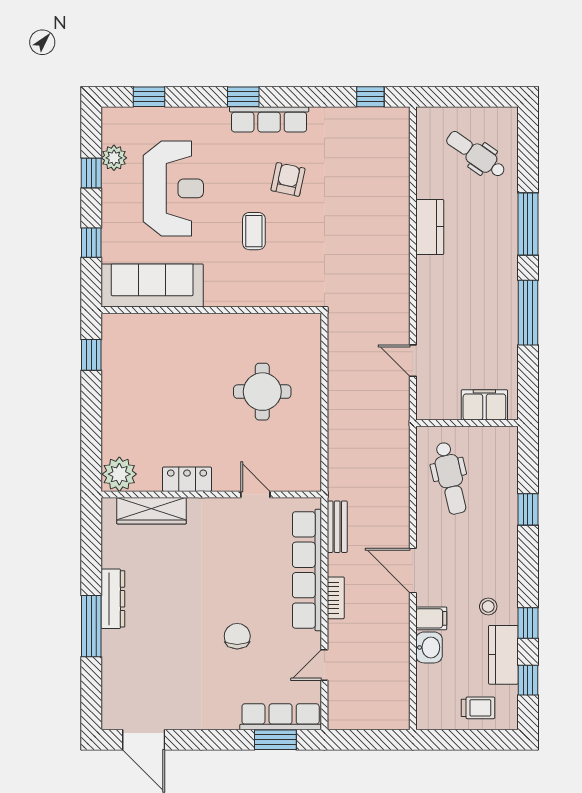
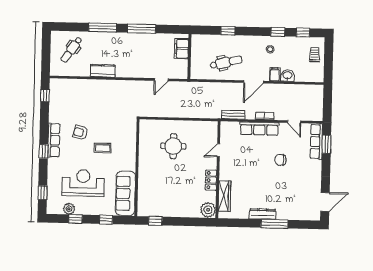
dental chair: (450, 478) -> (226, 62), moved
row of seats: (307, 570) -> (259, 129), width x0.73
kitchen counter: (503, 655) -> (292, 43), removed

